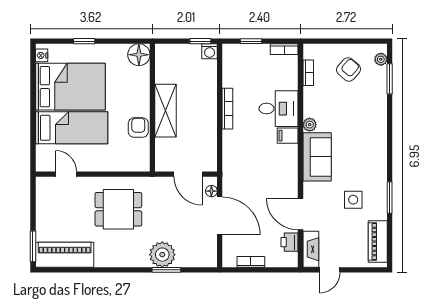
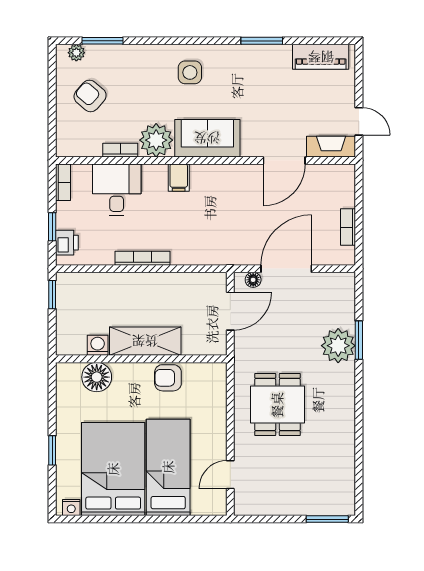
washing machine: (210, 51) -> (98, 345), moved, turned -90
floor lamp: (139, 55) -> (97, 377), moved
bookcase: (308, 73) -> (120, 150), moved
desk: (279, 109) -> (117, 190), moved
plant: (310, 125) -> (156, 140), width x1.87, depth x1.87
side table: (353, 200) -> (190, 72), moved
printer: (289, 242) -> (67, 243), moved, turned -90
piano: (65, 255) -> (339, 477), removed

